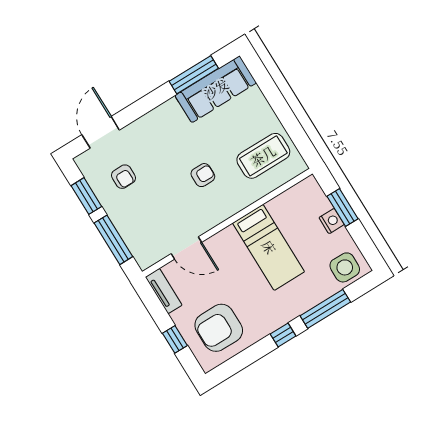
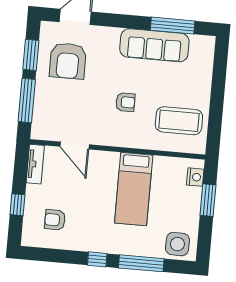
sofa: (216, 89) -> (154, 45), moved
armchair: (124, 177) -> (68, 61), width x1.88, depth x1.88
nightstand: (332, 221) -> (195, 177), moved
armchair: (219, 328) -> (55, 220), width x0.53, depth x0.53

